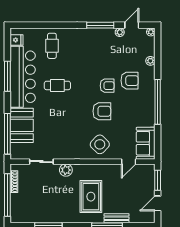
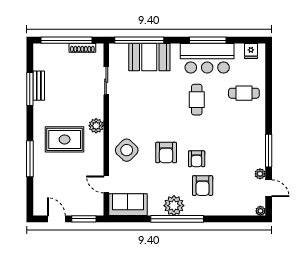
plant: (150, 61) -> (174, 206), moved, width x1.87, depth x1.87
bar counter: (23, 77) -> (207, 58), width x0.73
plant: (66, 170) -> (96, 126), moved
bench: (117, 218) -> (39, 86), moved

